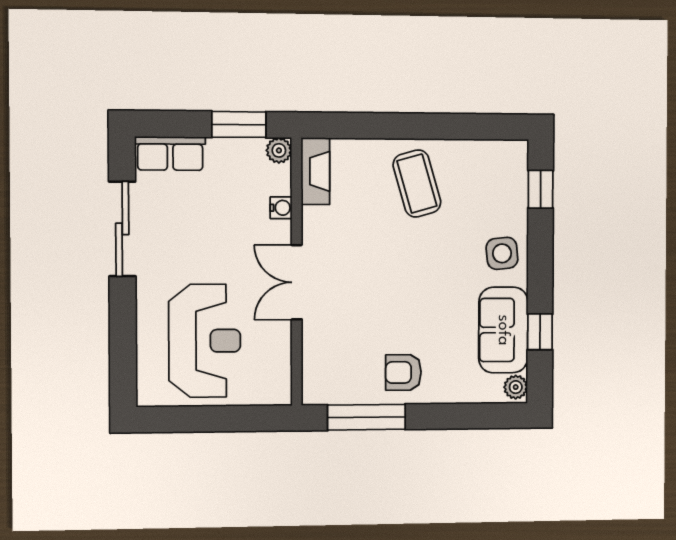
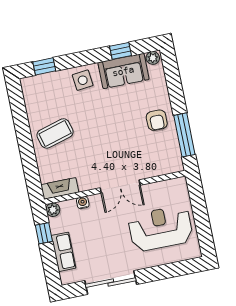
window: (239, 125) -> (44, 233), width x0.67
row of seats: (170, 153) -> (64, 252), moved

